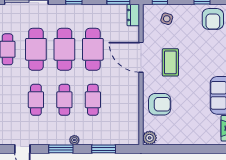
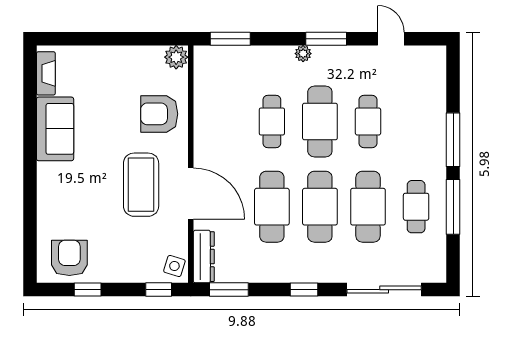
dresser: (133, 15) -> (204, 257), width x1.44
side table: (167, 19) -> (174, 266), moved
coffee table: (170, 62) -> (141, 185), width x1.36, depth x1.32
cafe table: (64, 100) -> (320, 121), width x1.37, depth x1.35
window: (104, 149) -> (230, 39), moved

